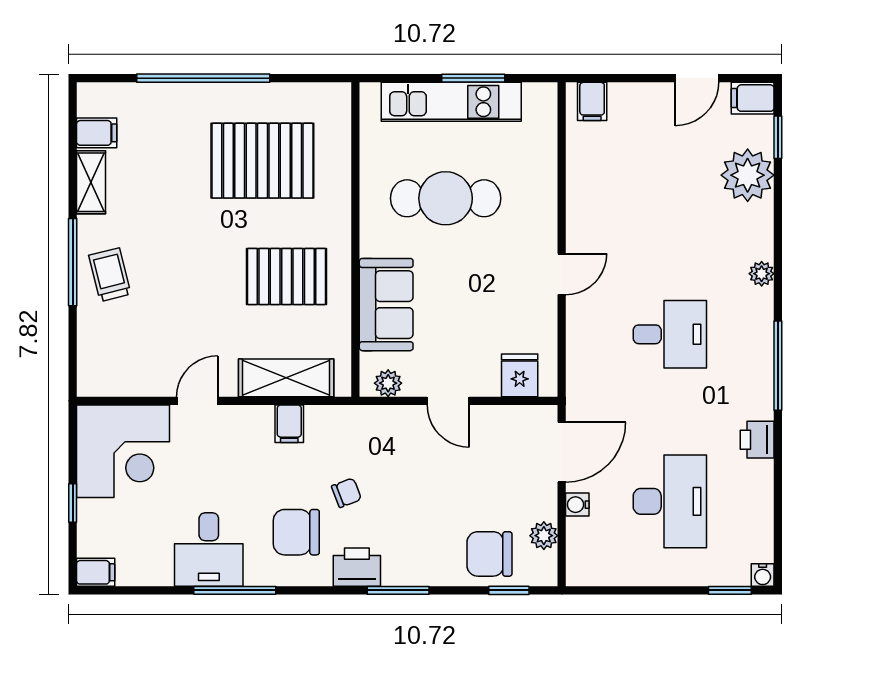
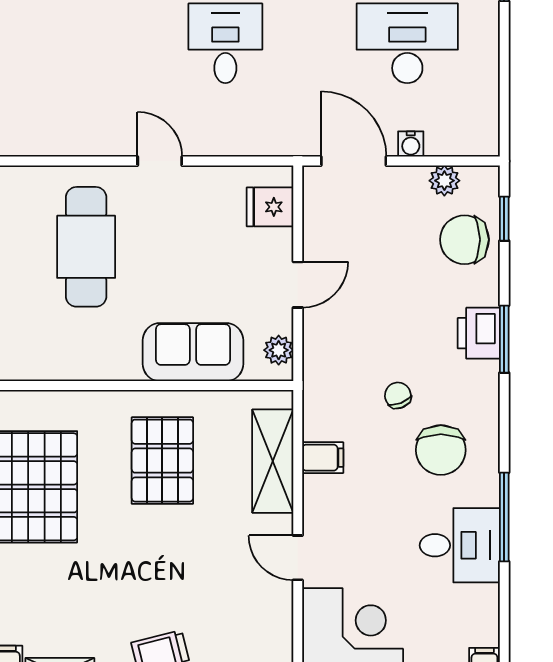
cafe table: (446, 198) -> (86, 247), moved
chair: (489, 554) -> (464, 240), turned 90
printer: (357, 567) -> (479, 333), moved

